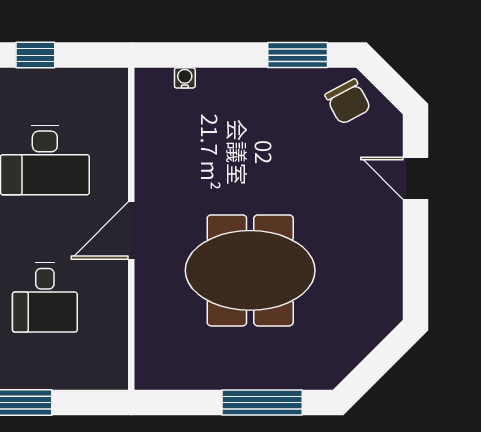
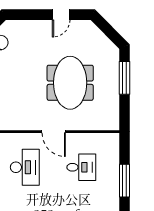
door: (416, 178) -> (61, 15), moved

